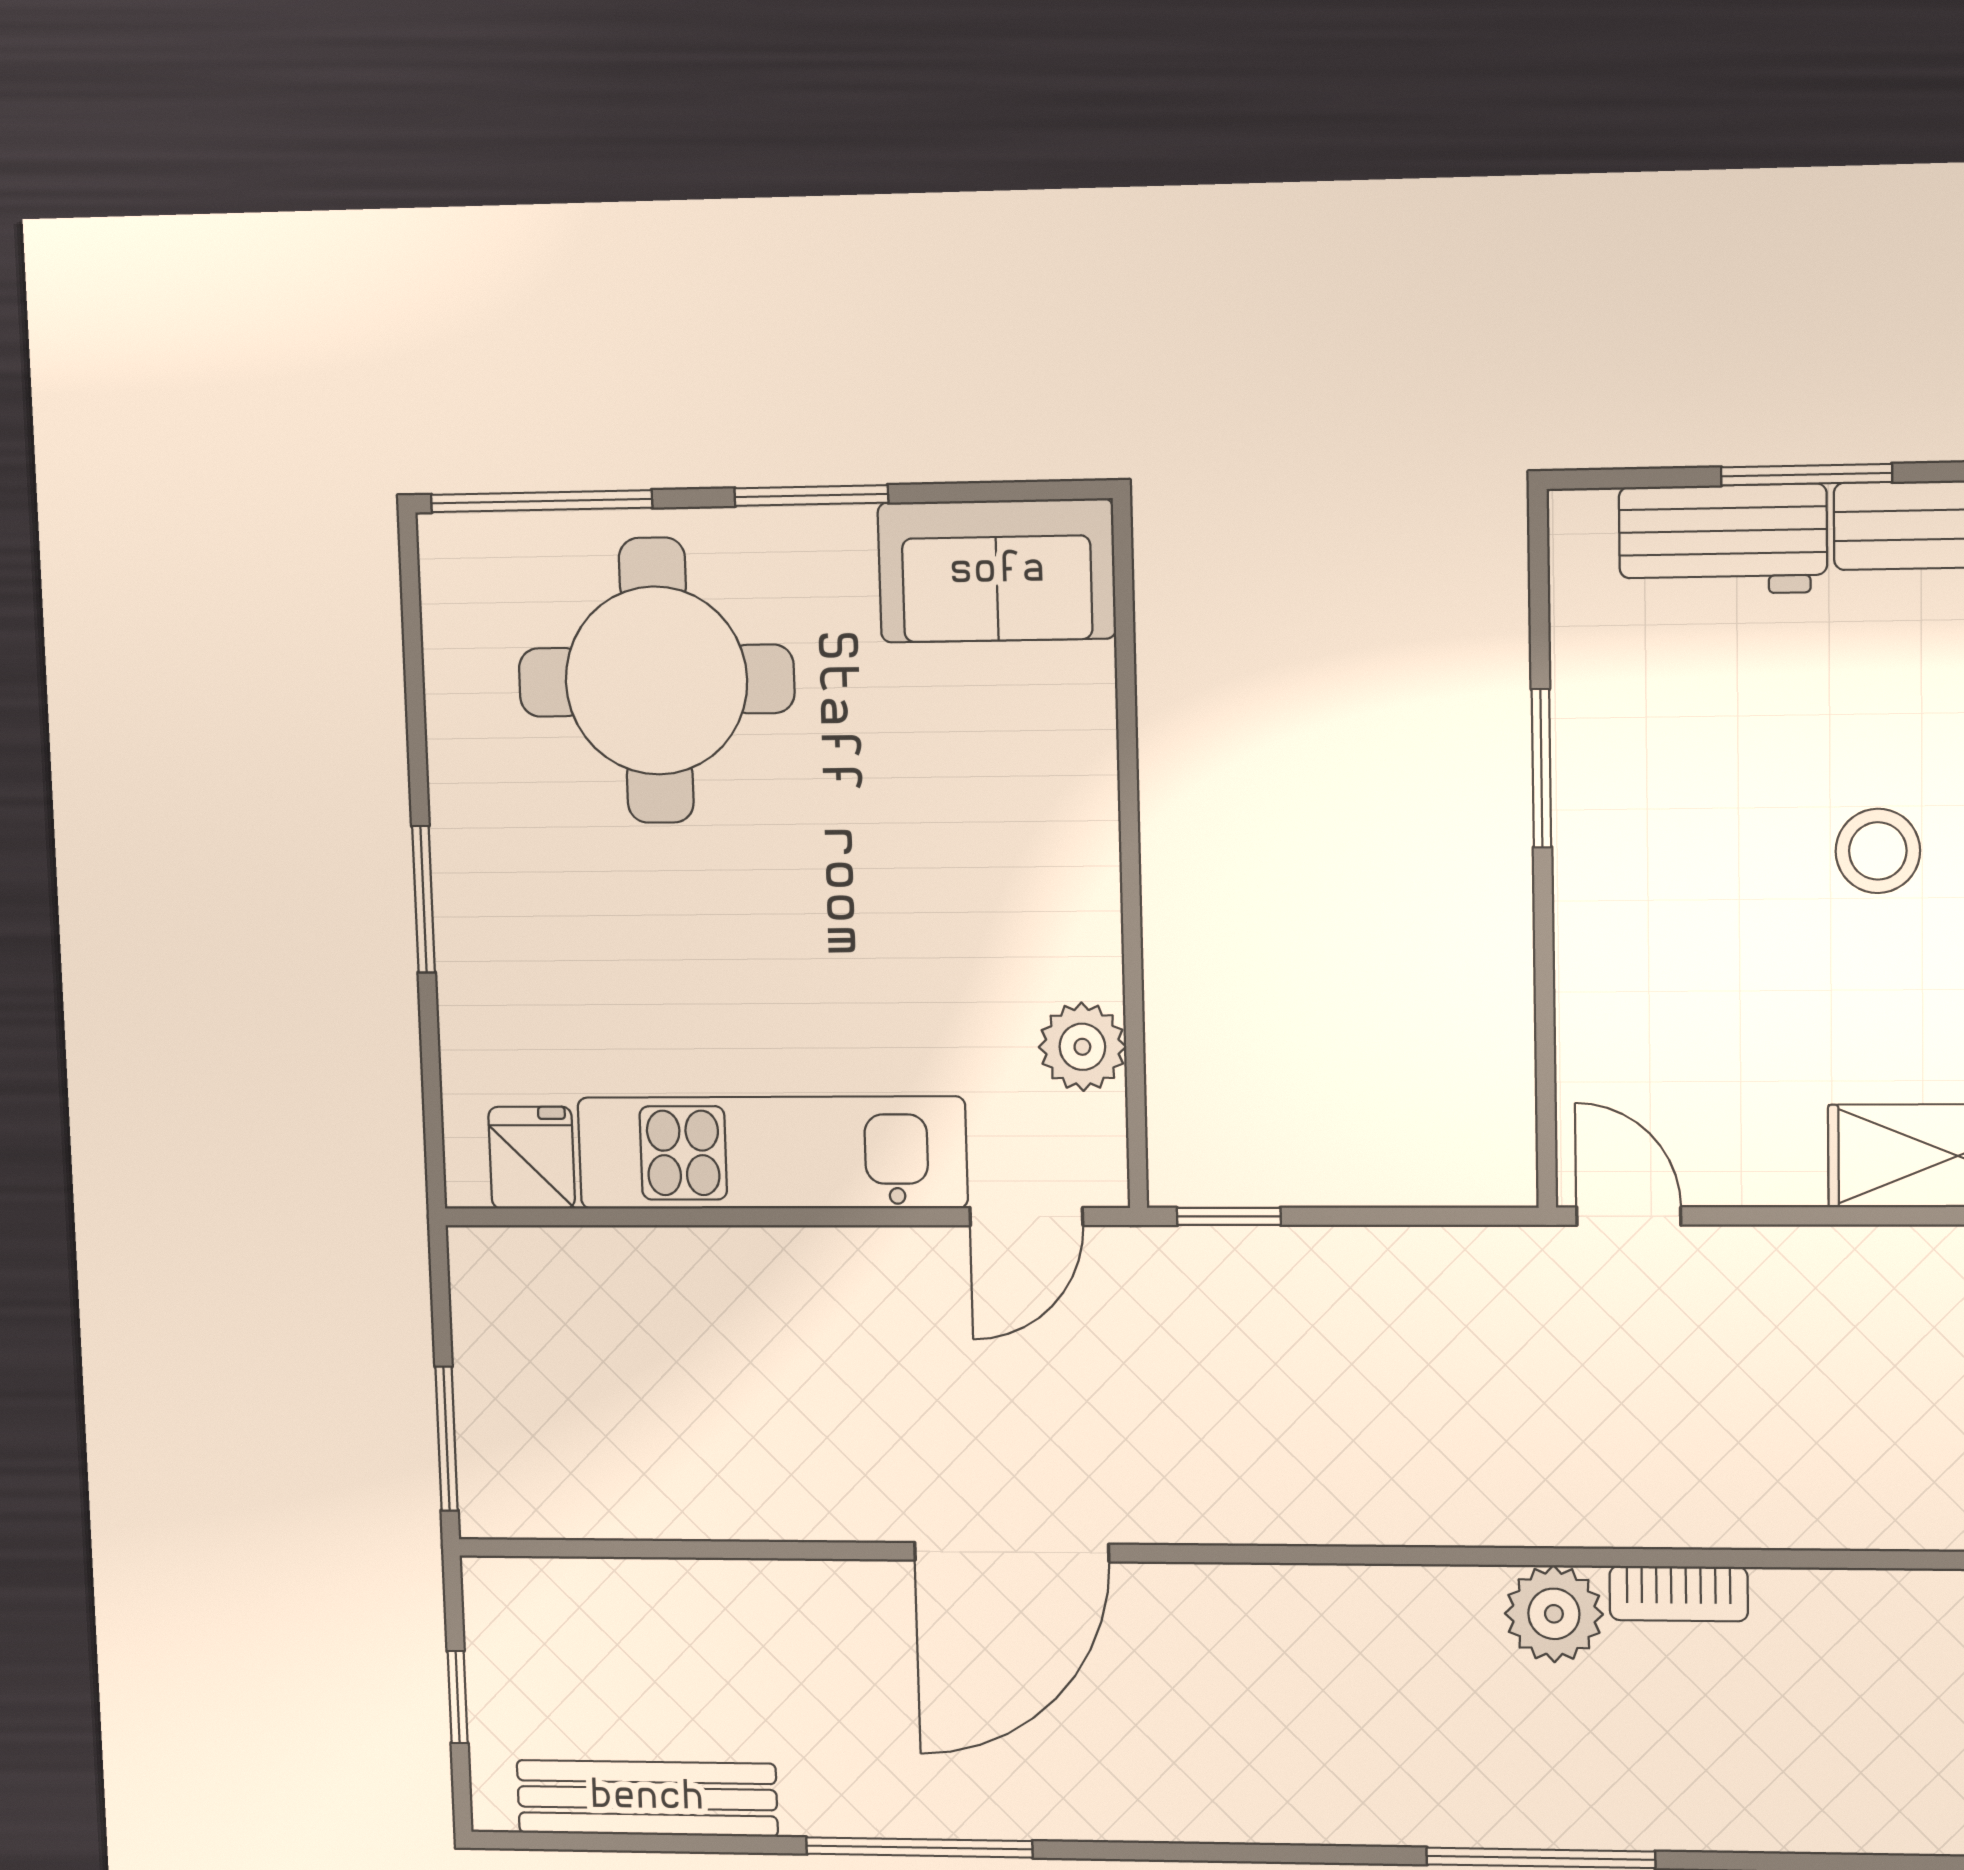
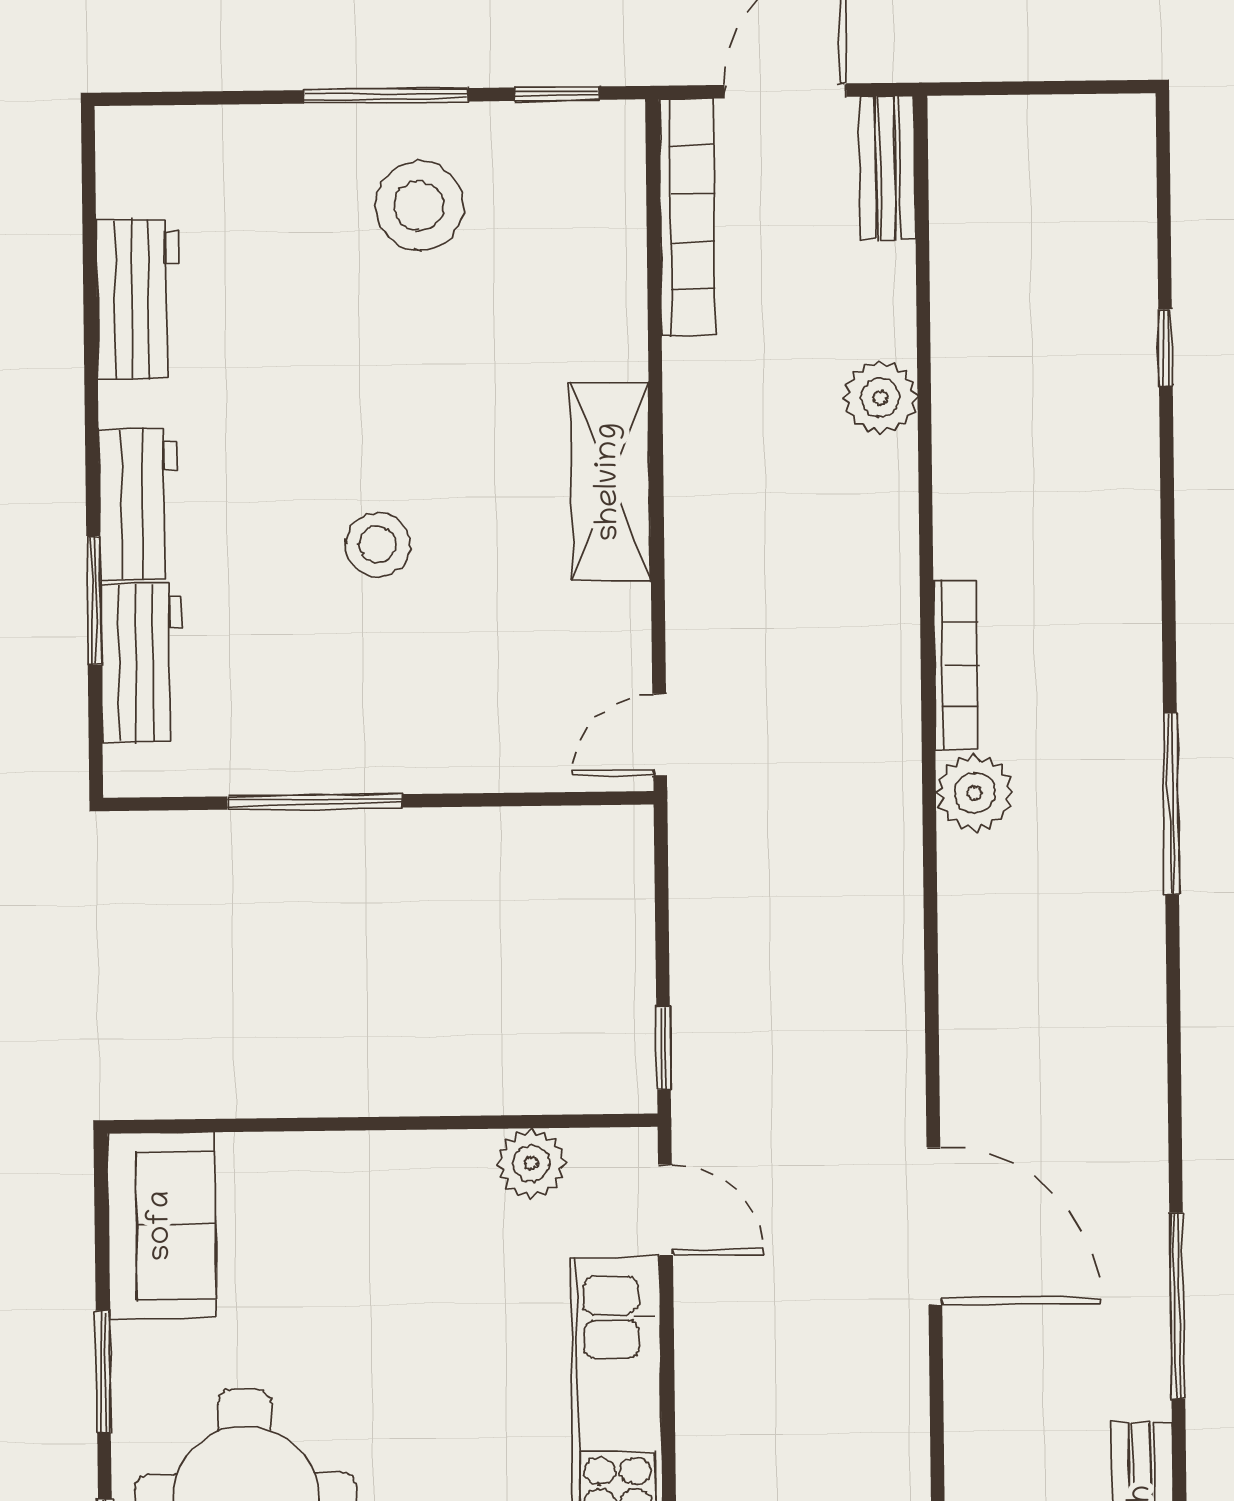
window: (1541, 768) -> (315, 802), width x1.44
bookcase: (1679, 1594) -> (956, 665), width x1.56

